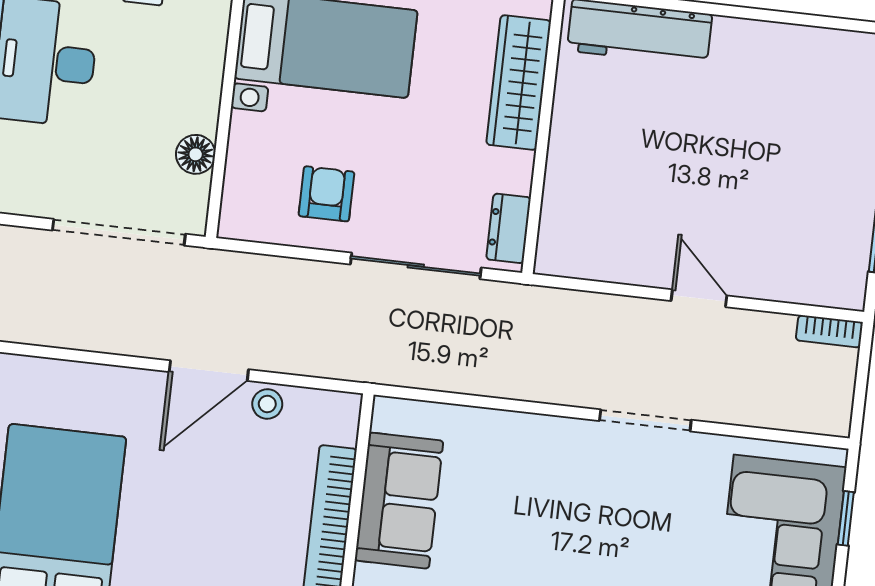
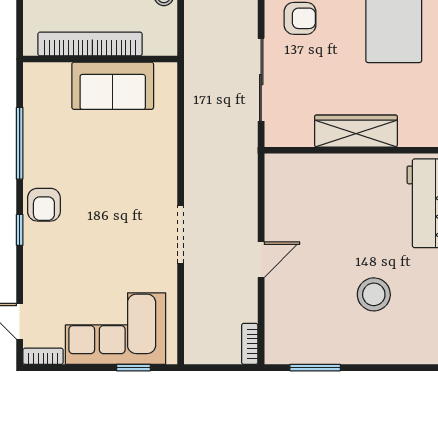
wardrobe: (519, 83) -> (356, 131), moved
stool: (774, 127) -> (374, 294), added
dresser: (509, 228) -> (291, 135), removed

